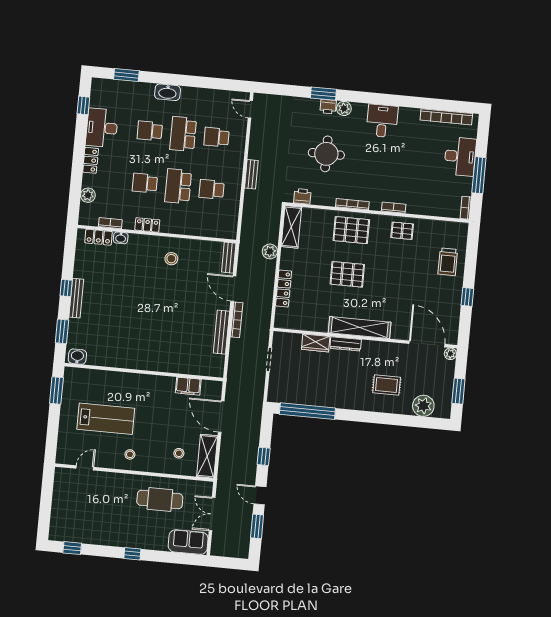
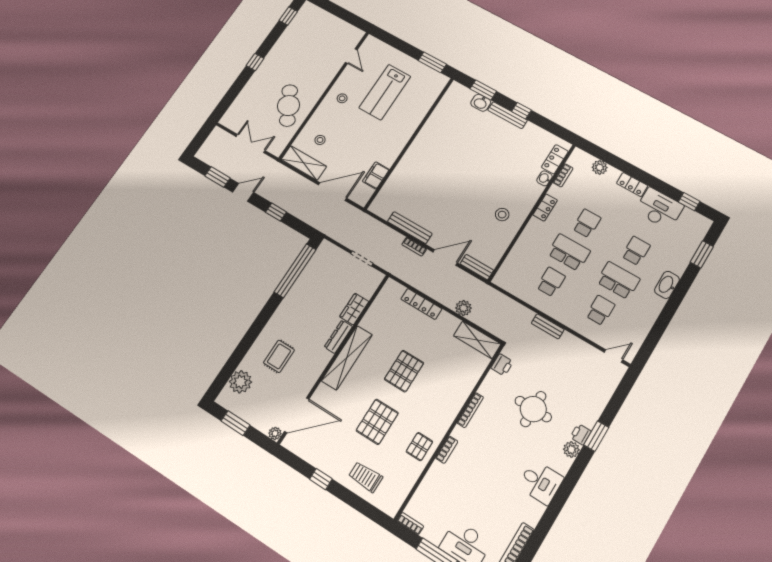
pallet: (351, 230) -> (377, 422), moved
bookcase: (237, 320) -> (414, 247), width x0.64
washbasin: (77, 357) -> (481, 103), moved, turned 90
cafe table: (160, 499) -> (289, 106), turned -30
sofa: (188, 542) -> (238, 112), removed

